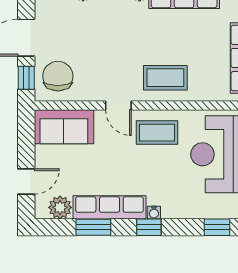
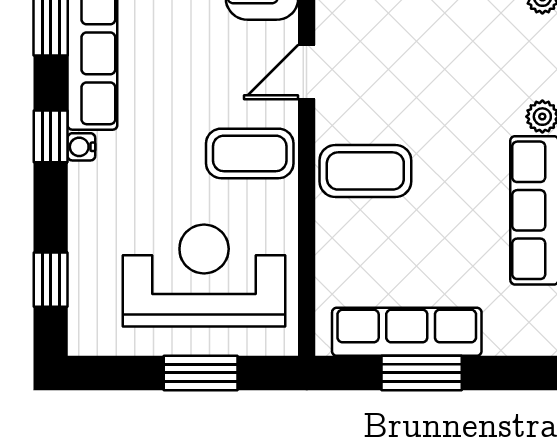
coffee table: (165, 78) -> (365, 171), turned 90
coffee table: (157, 133) -> (250, 153), turned 90

